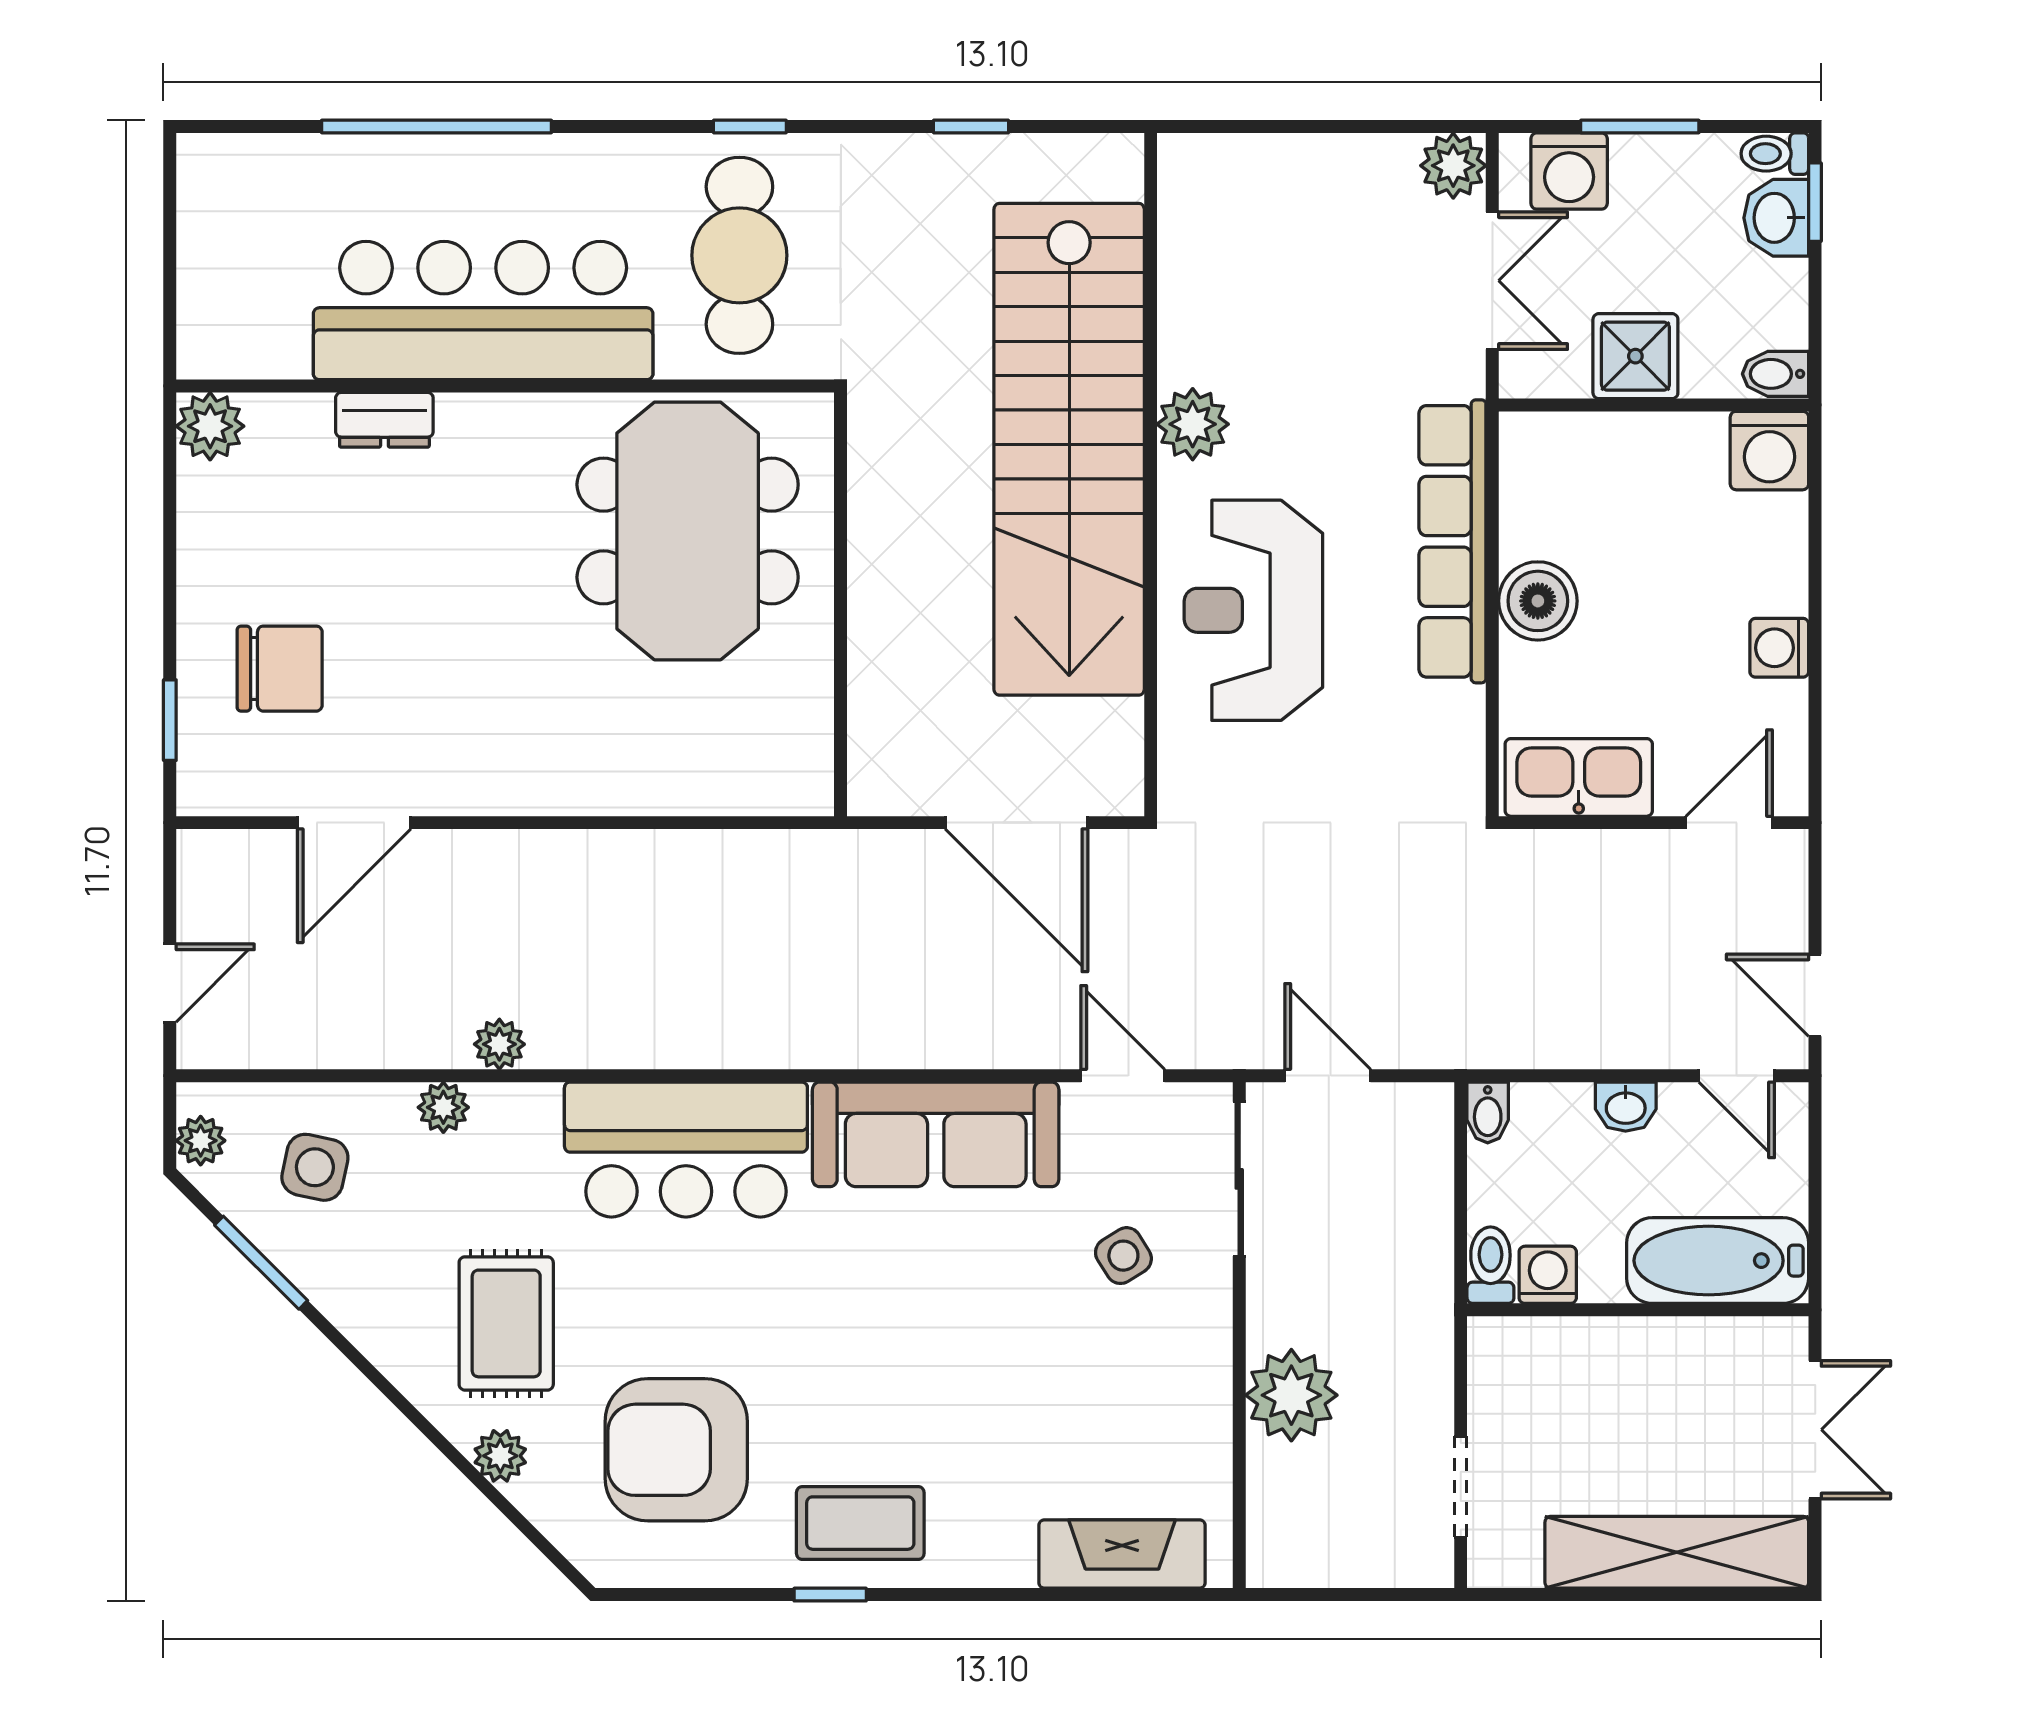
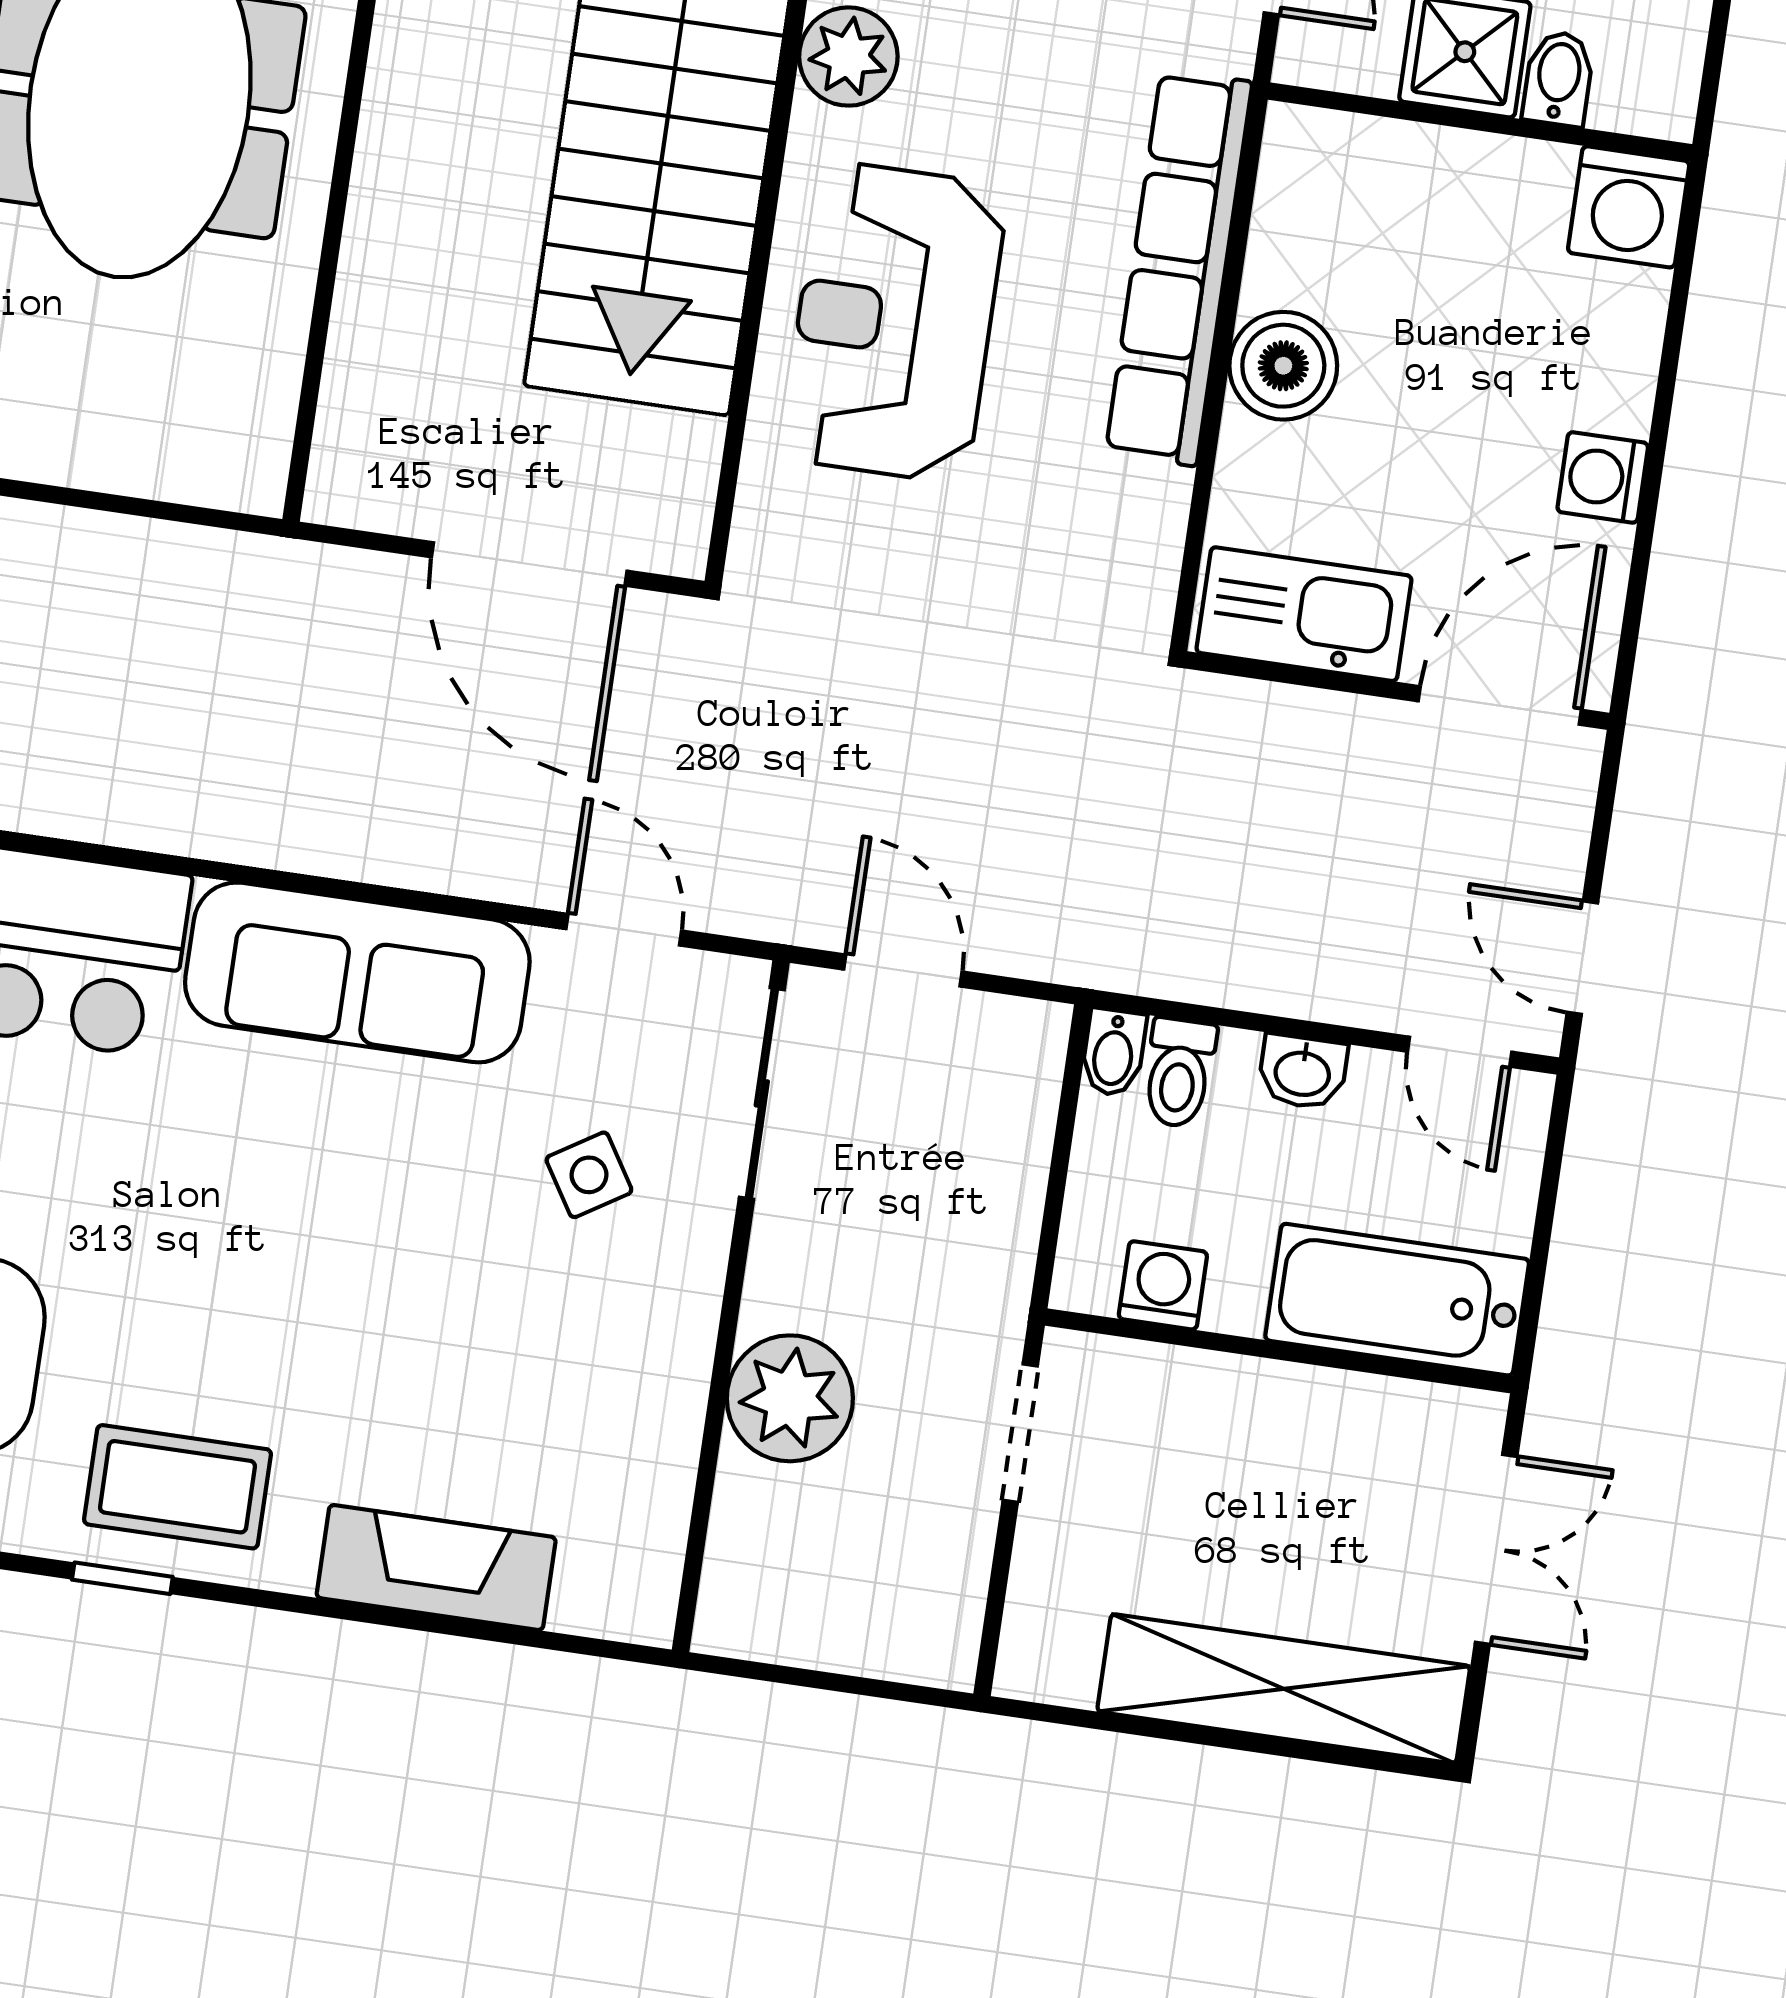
bidet: (1776, 374) -> (1558, 78), moved, turned 90
door: (1729, 823) -> (1500, 706), width x1.38
toilet: (1490, 1265) -> (1179, 1073), moved, turned 180
doorway: (1461, 1487) -> (1020, 1433), moved
fireplace: (1122, 1554) -> (436, 1568), moved

